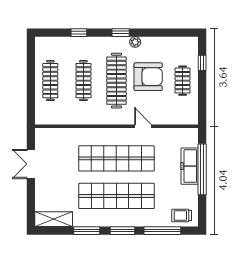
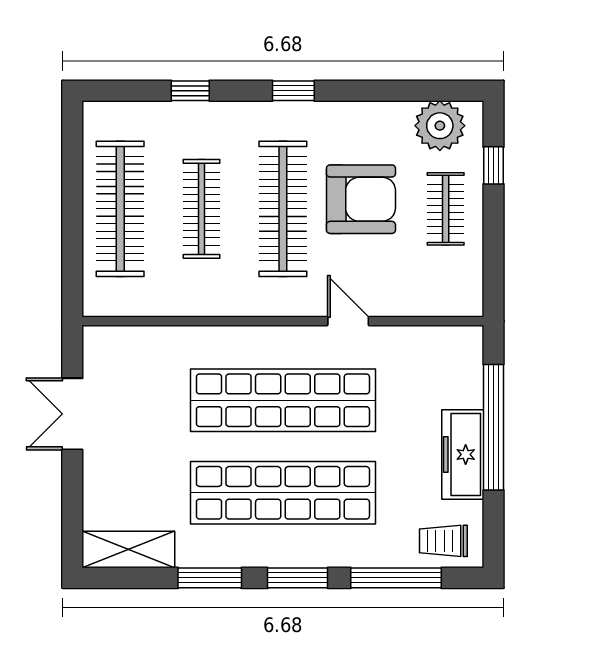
plant: (135, 42) -> (440, 126), moved, width x1.88, depth x1.88
clothes rail: (50, 81) -> (120, 209), width x1.37, depth x1.31
freezer: (190, 166) -> (463, 454), moved

